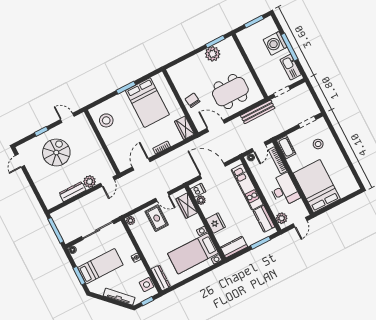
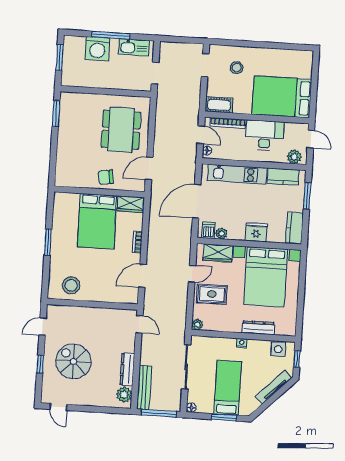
plant: (213, 54) -> (68, 124), removed
bed: (147, 103) -> (97, 221), moved, turned 90
bench: (258, 112) -> (144, 388), moved
door: (141, 164) -> (142, 276), hinge flipped
plant: (90, 182) -> (124, 395), moved
bed with nightstands: (193, 253) -> (266, 277), width x1.36
dresser: (161, 278) -> (258, 328), moved

